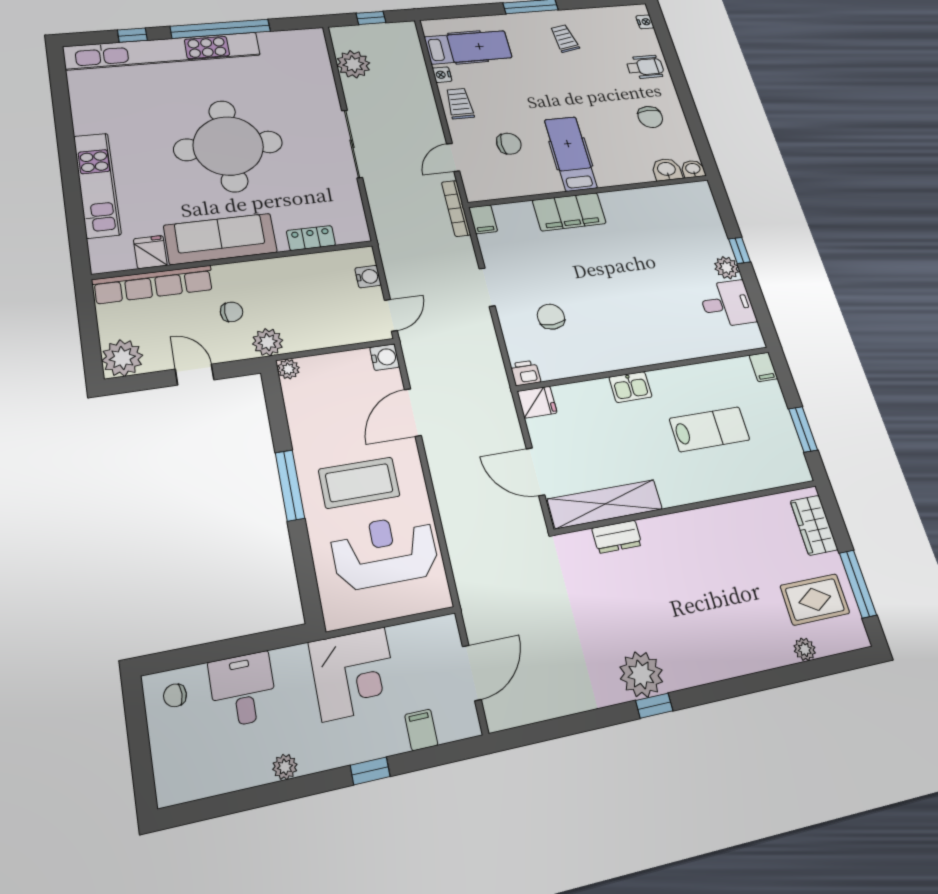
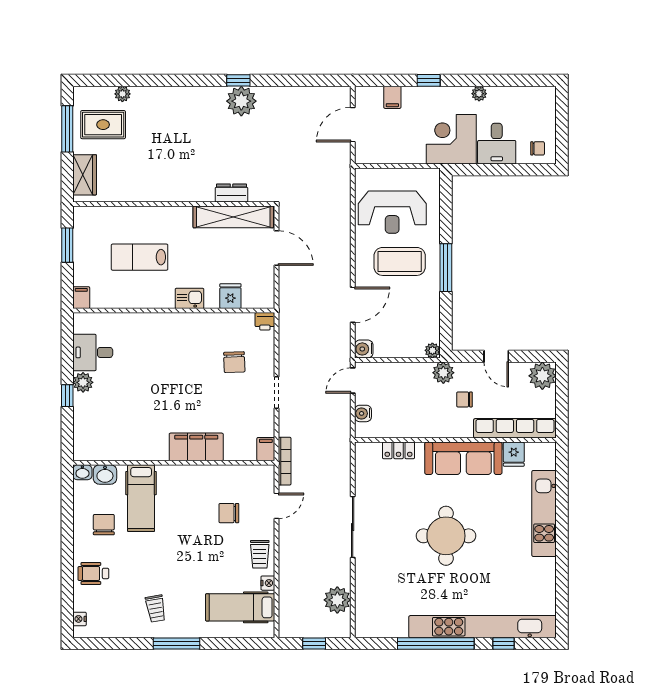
round table: (228, 146) -> (446, 536), width x0.73, depth x0.73
hospital bed: (571, 154) -> (141, 498), moved
fridge: (537, 402) -> (230, 296), moved, turned 90
corner desk: (354, 674) -> (451, 139), moved

